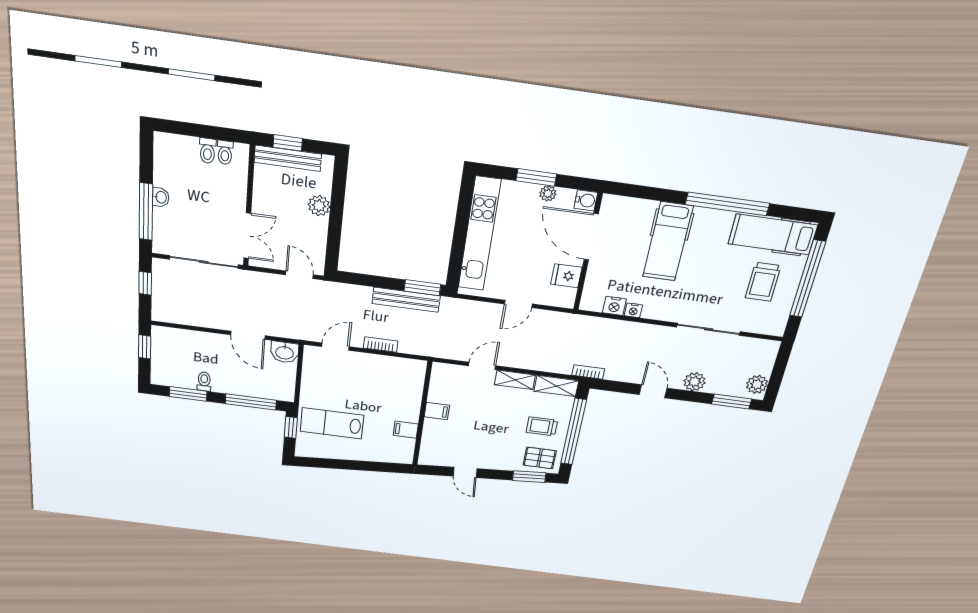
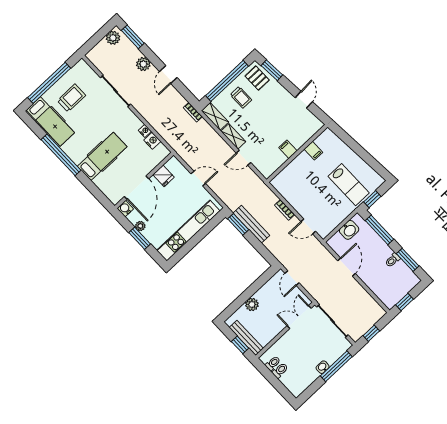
washbasin: (285, 352) -> (349, 230), moved, turned 90

